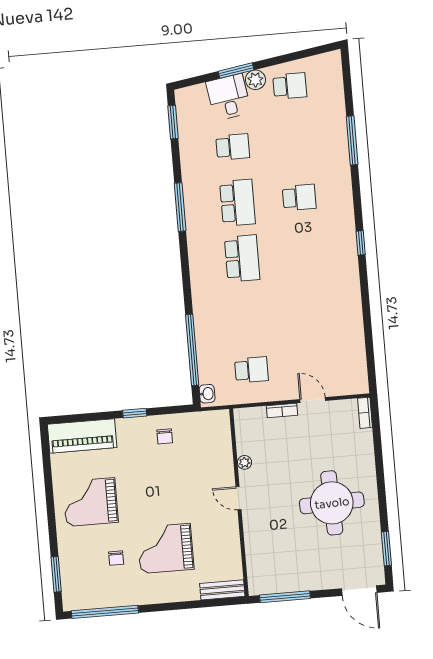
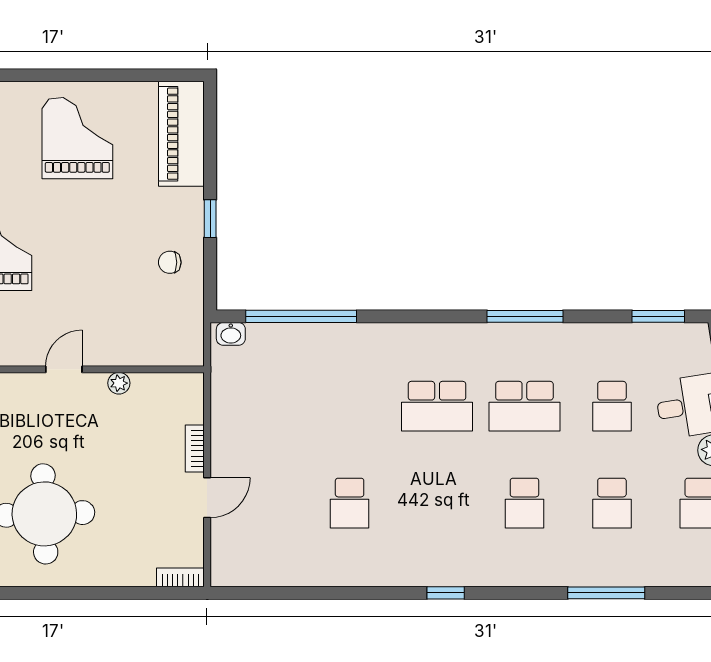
school desk: (294, 142) -> (612, 503), added
school desk: (252, 370) -> (350, 503), moved

